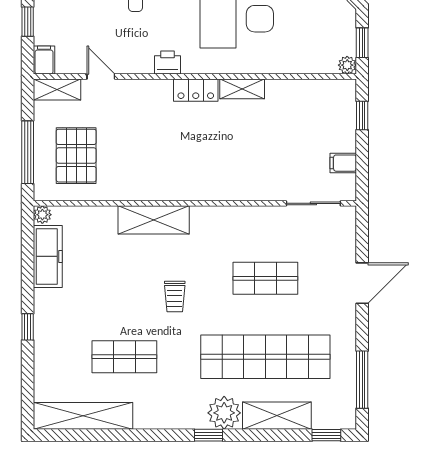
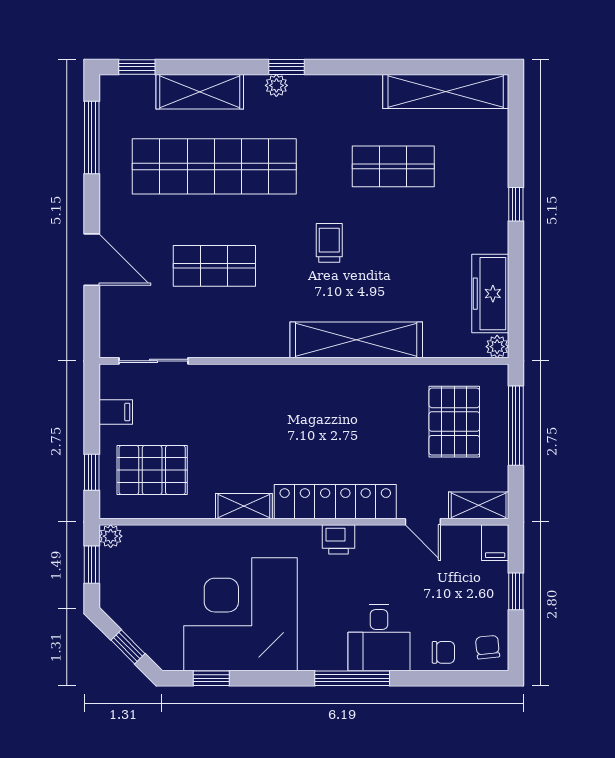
locker: (196, 90) -> (335, 502), width x2.16, depth x1.21
pallet: (314, 117) -> (152, 470), added
shelving: (154, 220) -> (356, 340), width x1.47
door: (362, 283) -> (92, 260), swing flipped
plant: (224, 413) -> (276, 85), width x0.53, depth x0.53

